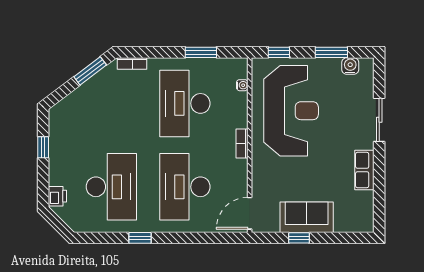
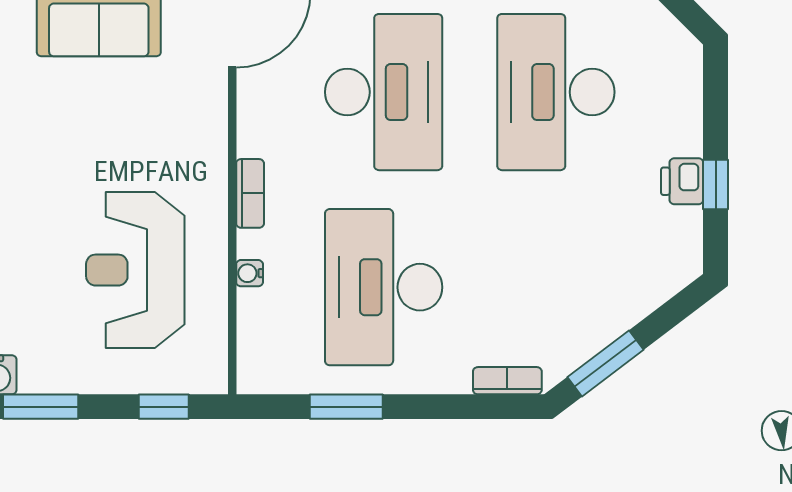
water cooler: (242, 85) -> (250, 273), moved
desk: (185, 103) -> (384, 287), turned 180
reception desk: (291, 111) -> (135, 270), width x0.74, depth x0.77
printer: (57, 196) -> (682, 181), moved

